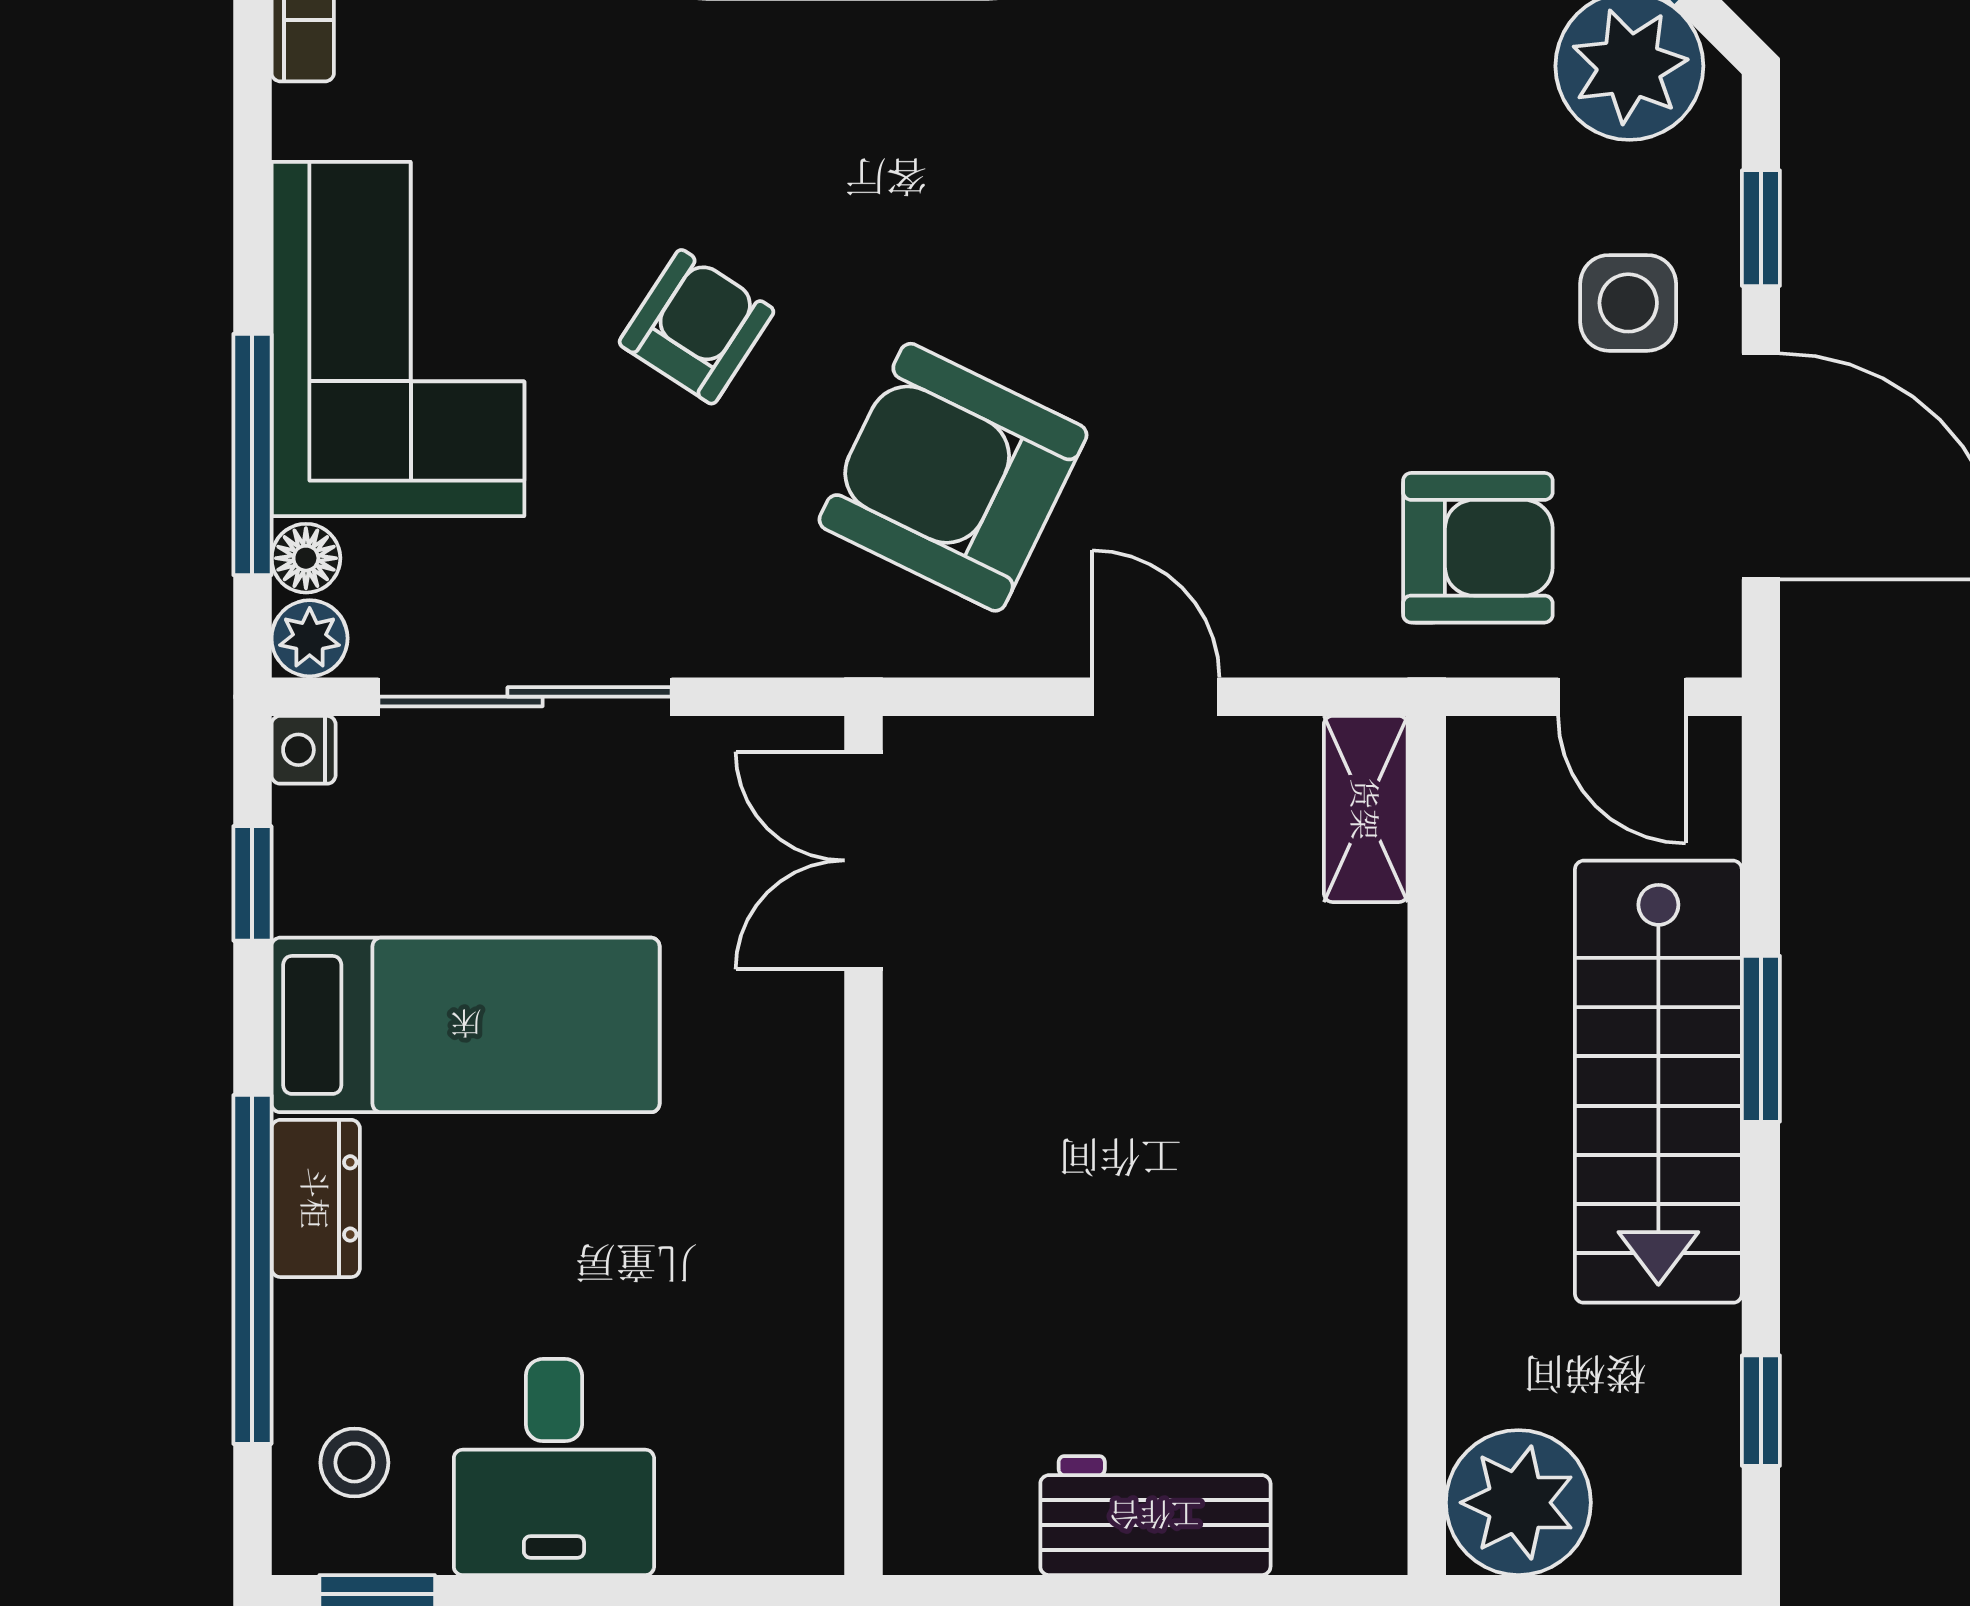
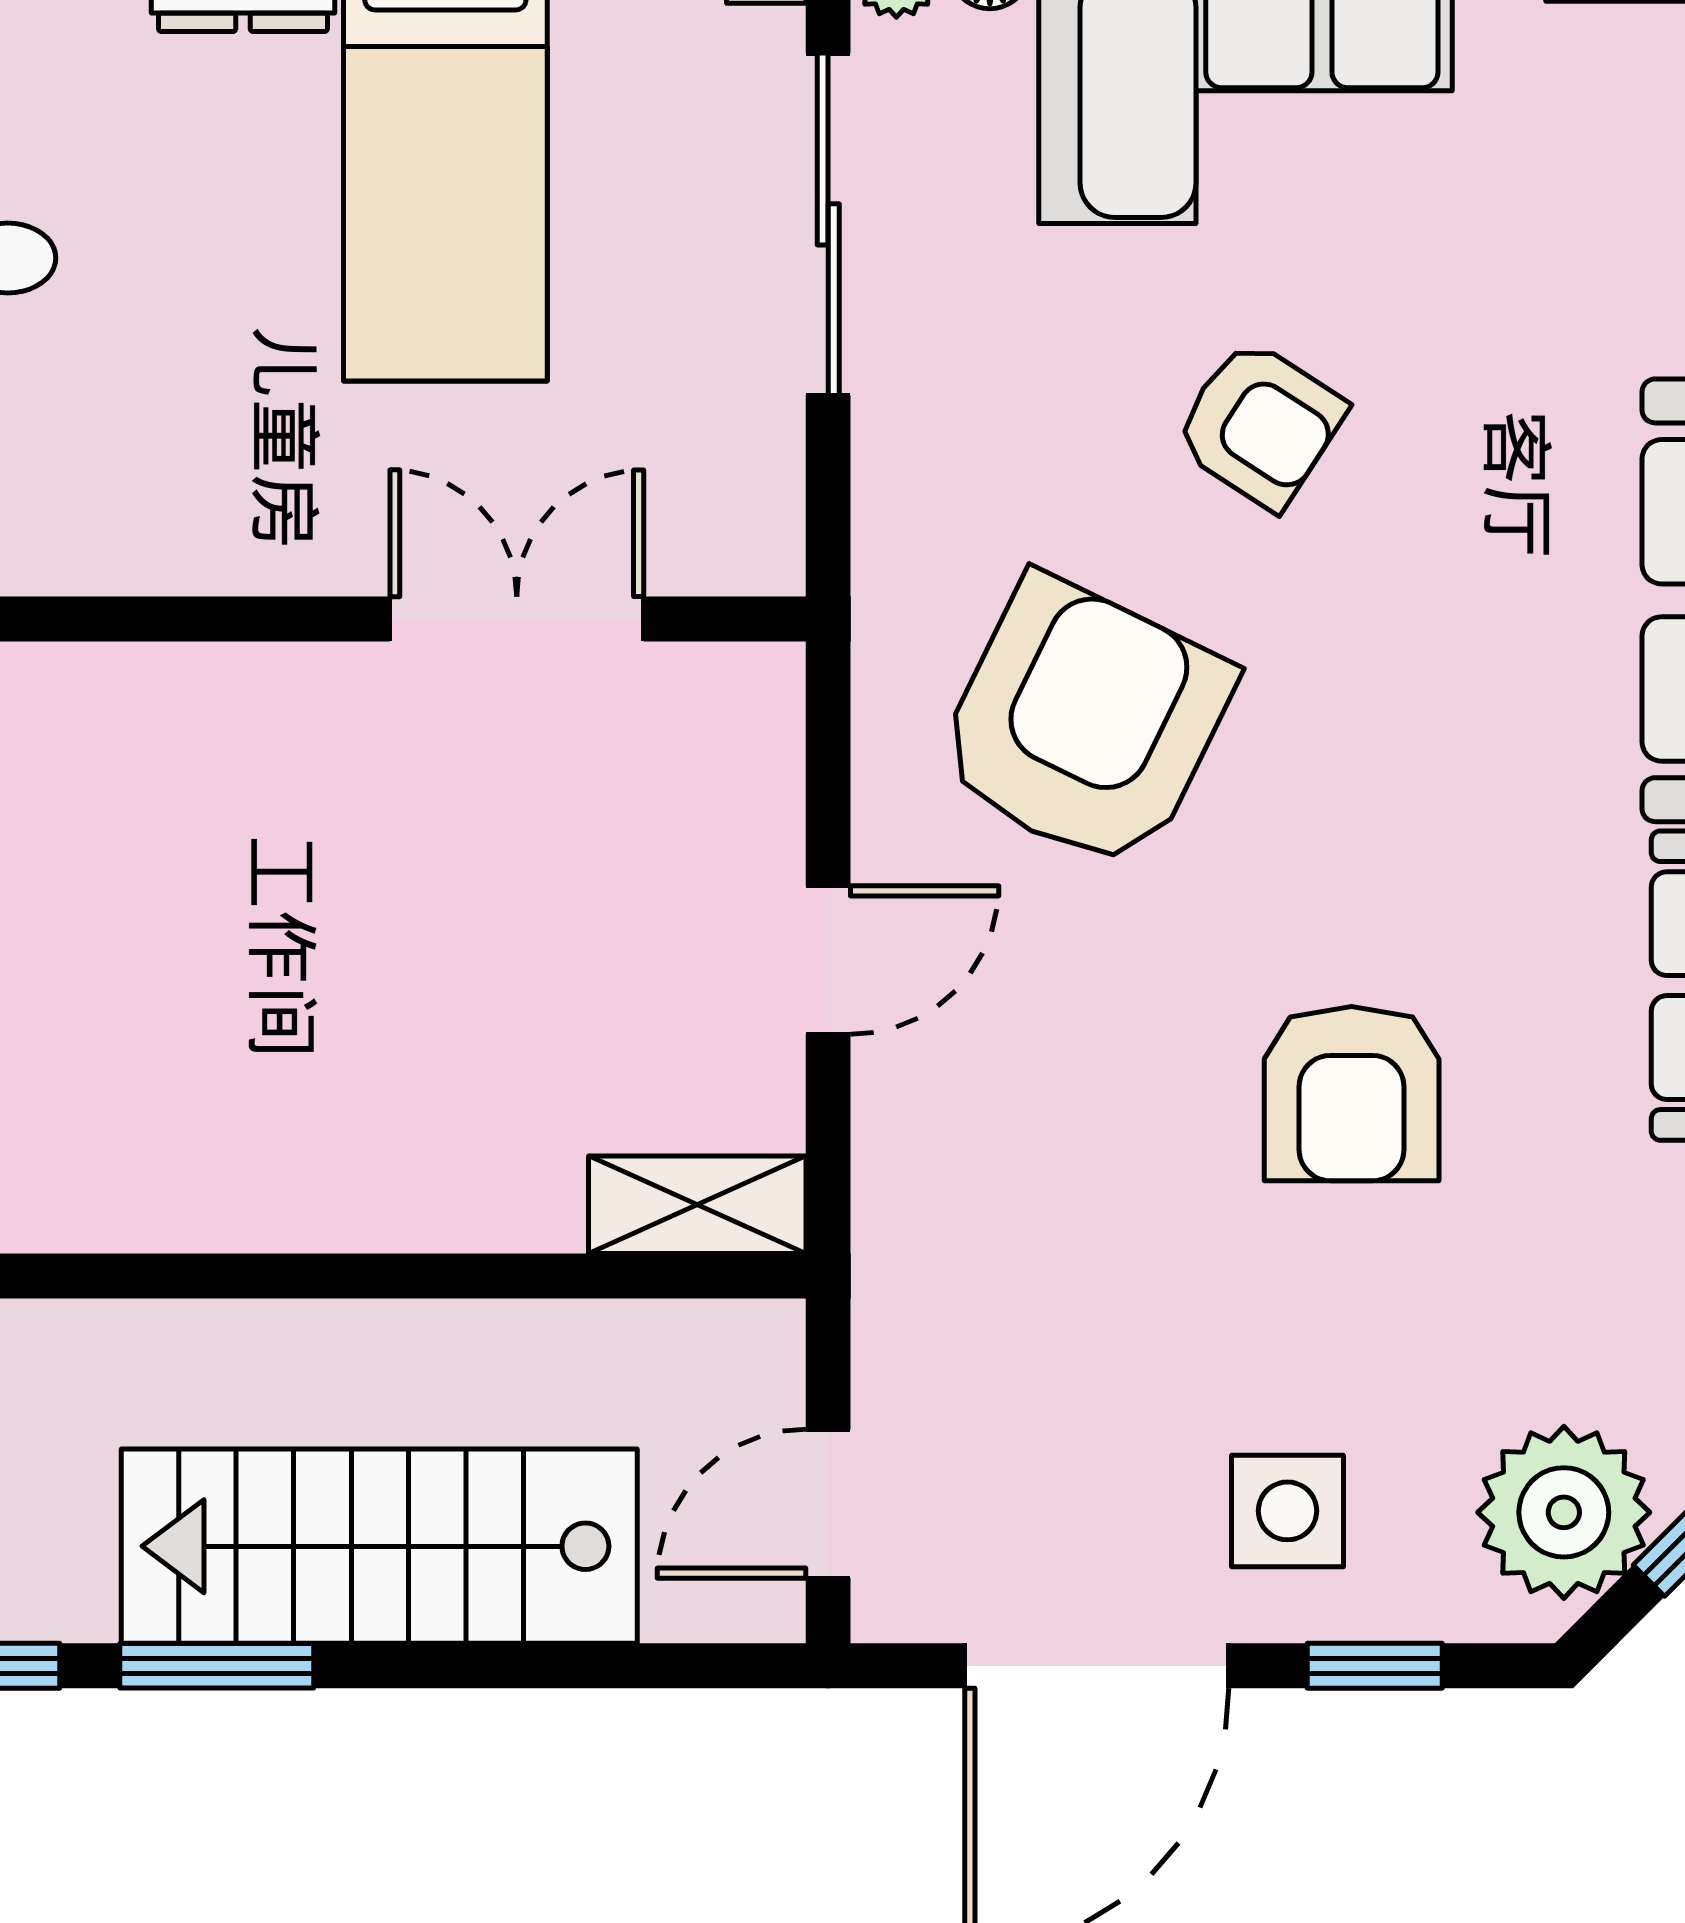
armchair: (1478, 548) -> (1352, 1094), moved
double door: (863, 860) -> (517, 619), moved
window: (1761, 1039) -> (217, 1666), moved

